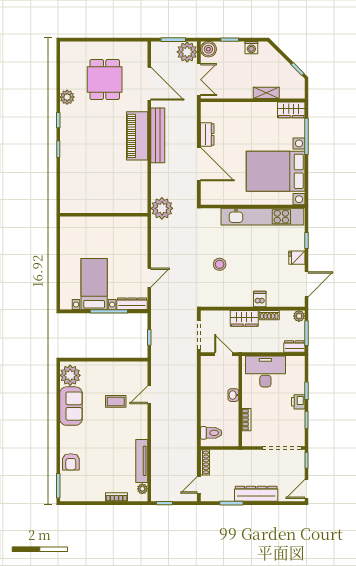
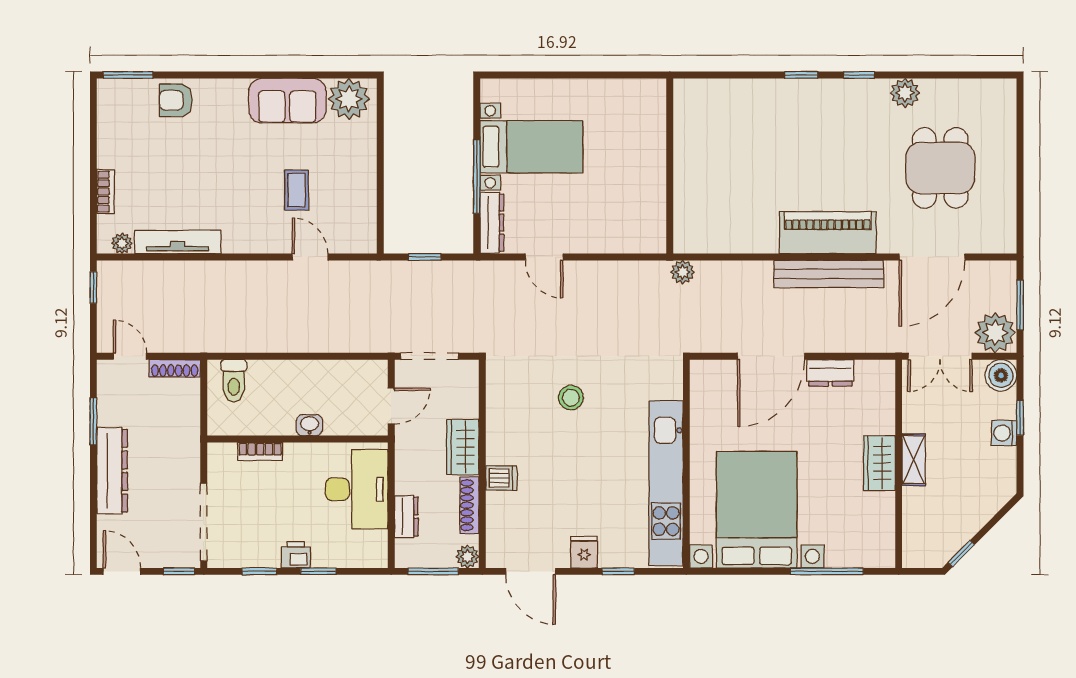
washing machine: (251, 48) -> (1004, 433), moved
dining table: (105, 80) -> (940, 168), turned 90
shelving: (266, 93) -> (914, 460), moved
wardrobe: (291, 110) -> (880, 463), moved
plant: (162, 208) -> (683, 272), width x0.53, depth x0.53
shoe rack: (269, 315) -> (469, 505), width x1.43
dresser: (294, 347) -> (406, 516), moved

